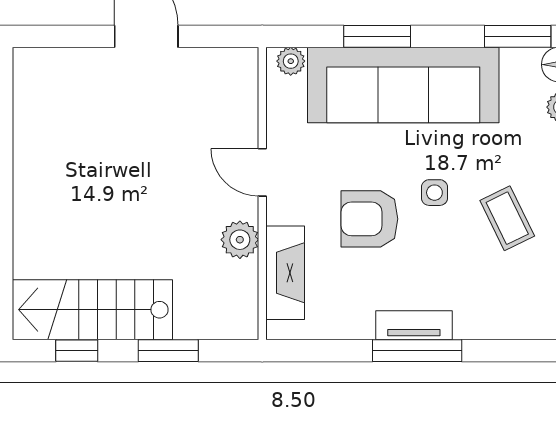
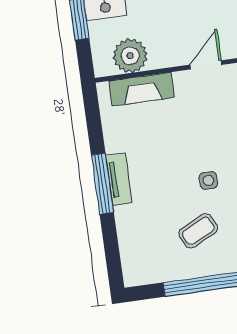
armchair: (369, 219) -> (185, 140), removed
plant: (240, 240) -> (130, 56), moved, width x1.36, depth x1.36

